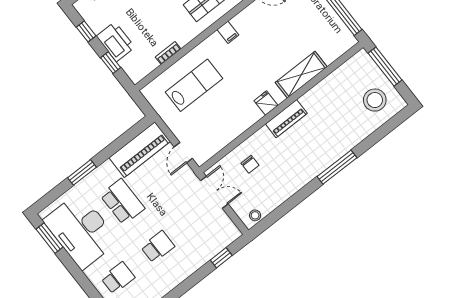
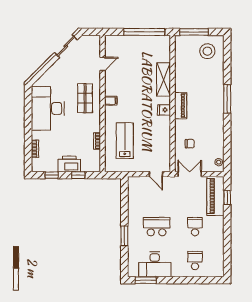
piano: (140, 150) -> (215, 196), moved, turned 180
desk: (81, 231) -> (155, 264), width x0.73, depth x0.77

